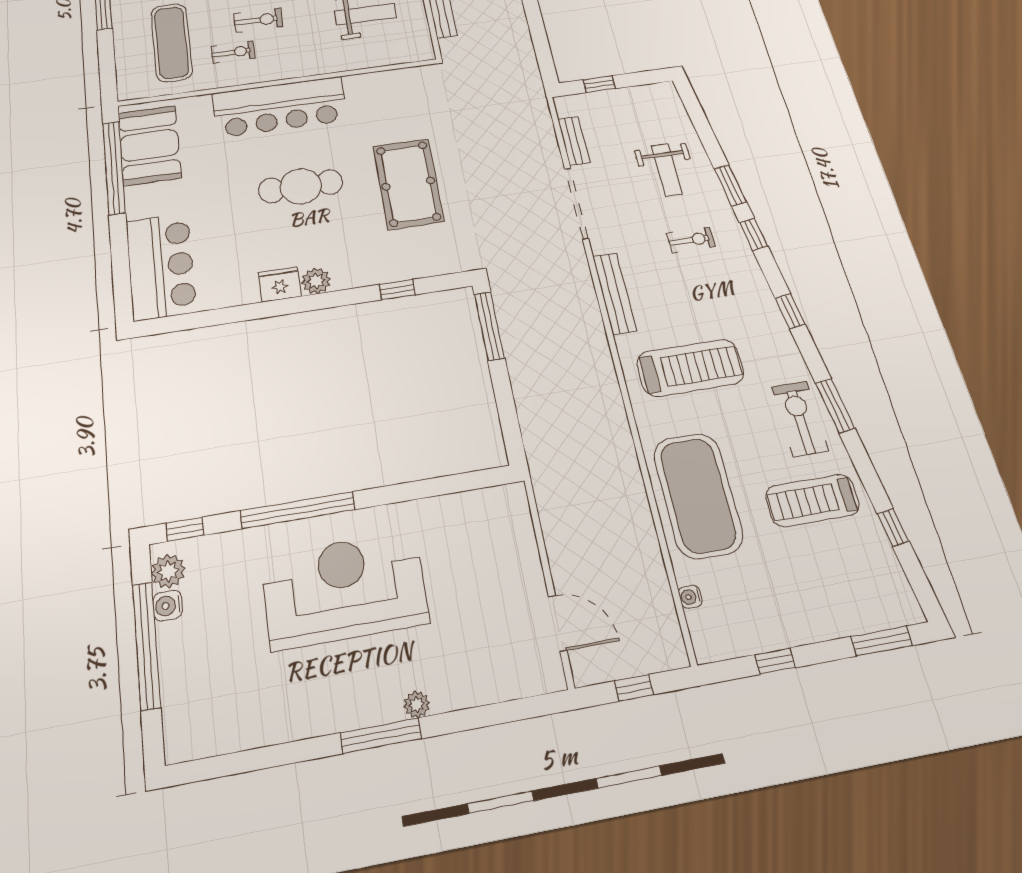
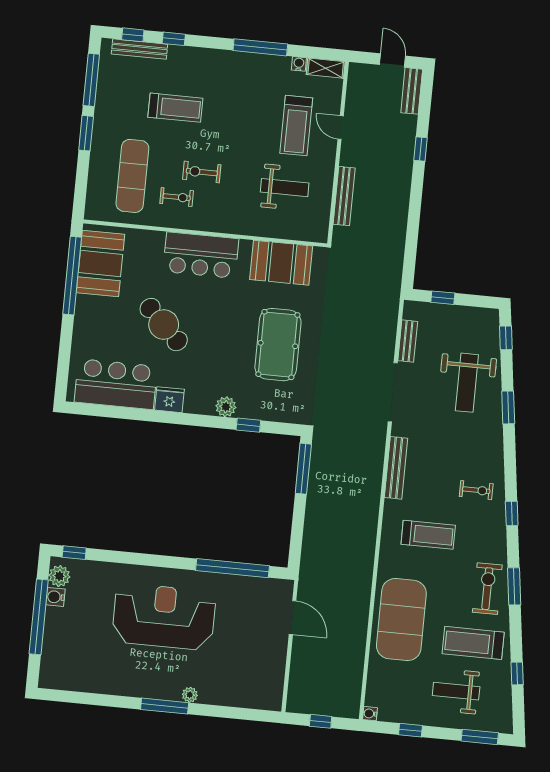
exercise bike: (258, 20) -> (202, 172), turned 180
booth: (385, 92) -> (281, 263), added
bar counter: (280, 107) -> (201, 255), width x0.73
weight bench: (667, 170) -> (467, 383), width x1.36, depth x1.33
cafe table: (301, 186) -> (164, 325), moved, turned 45
window: (754, 234) -> (506, 338), moved
exercise bike: (691, 240) -> (476, 490), moved
bar counter: (161, 266) -> (116, 384), moved, turned -90
plant: (316, 281) -> (226, 407), moved
treadmill: (690, 368) -> (428, 535), width x0.73, depth x0.73
window: (298, 510) -> (233, 568), moved
weight bench: (818, 579) -> (456, 691), added
water cooler: (690, 597) -> (370, 714), moved
door: (558, 623) -> (293, 618), moved

